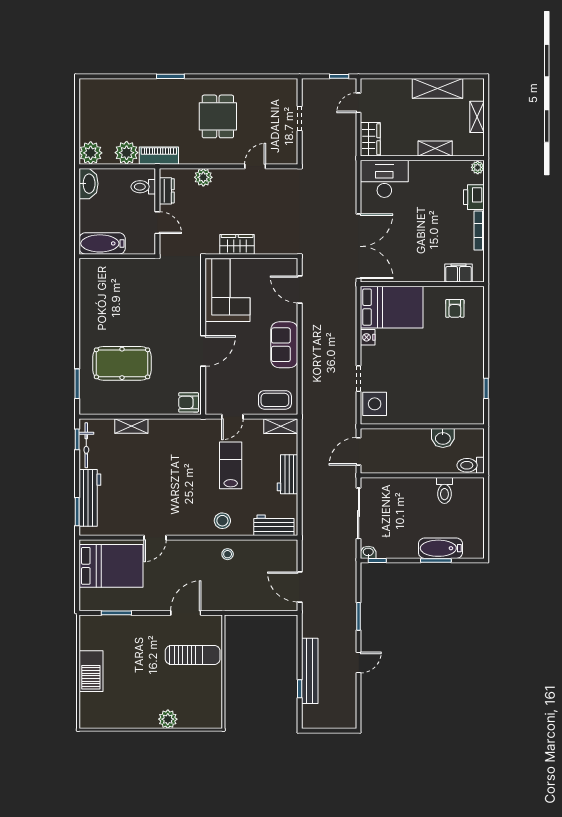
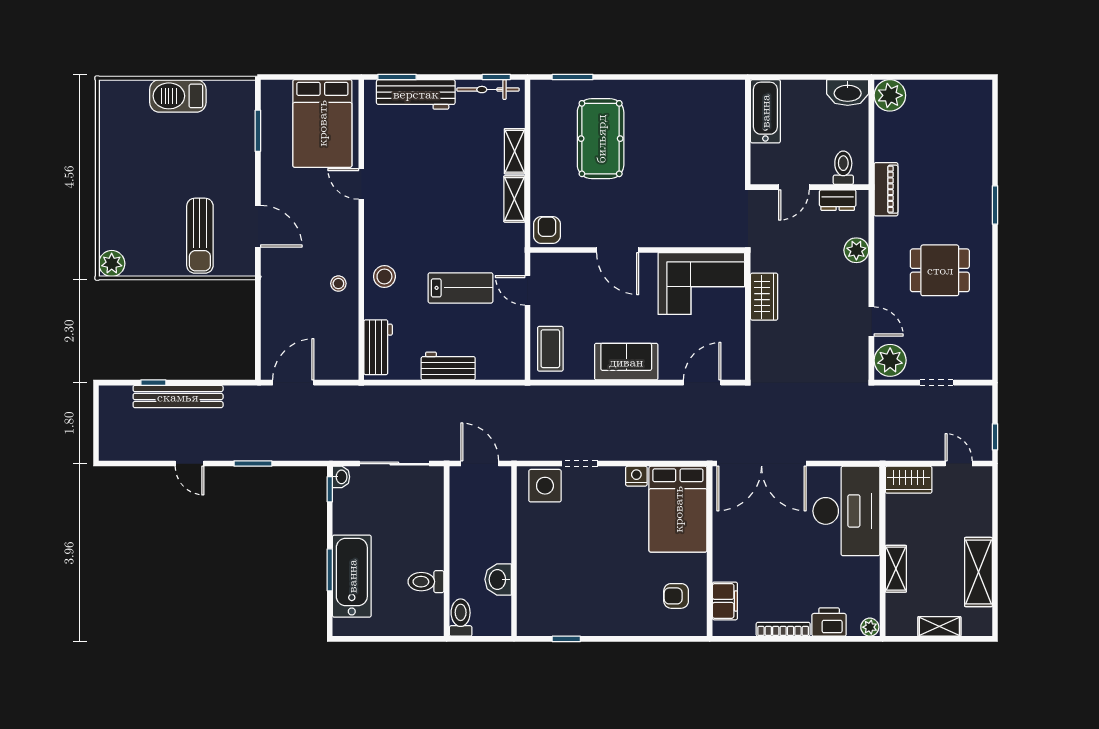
plant: (127, 153) -> (890, 360), moved
desk: (384, 179) -> (846, 511), width x1.36, depth x1.30
shelving: (281, 426) -> (514, 199), moved
bathtub: (440, 548) -> (352, 576), width x1.36, depth x1.36
plant: (168, 719) -> (112, 264), moved

